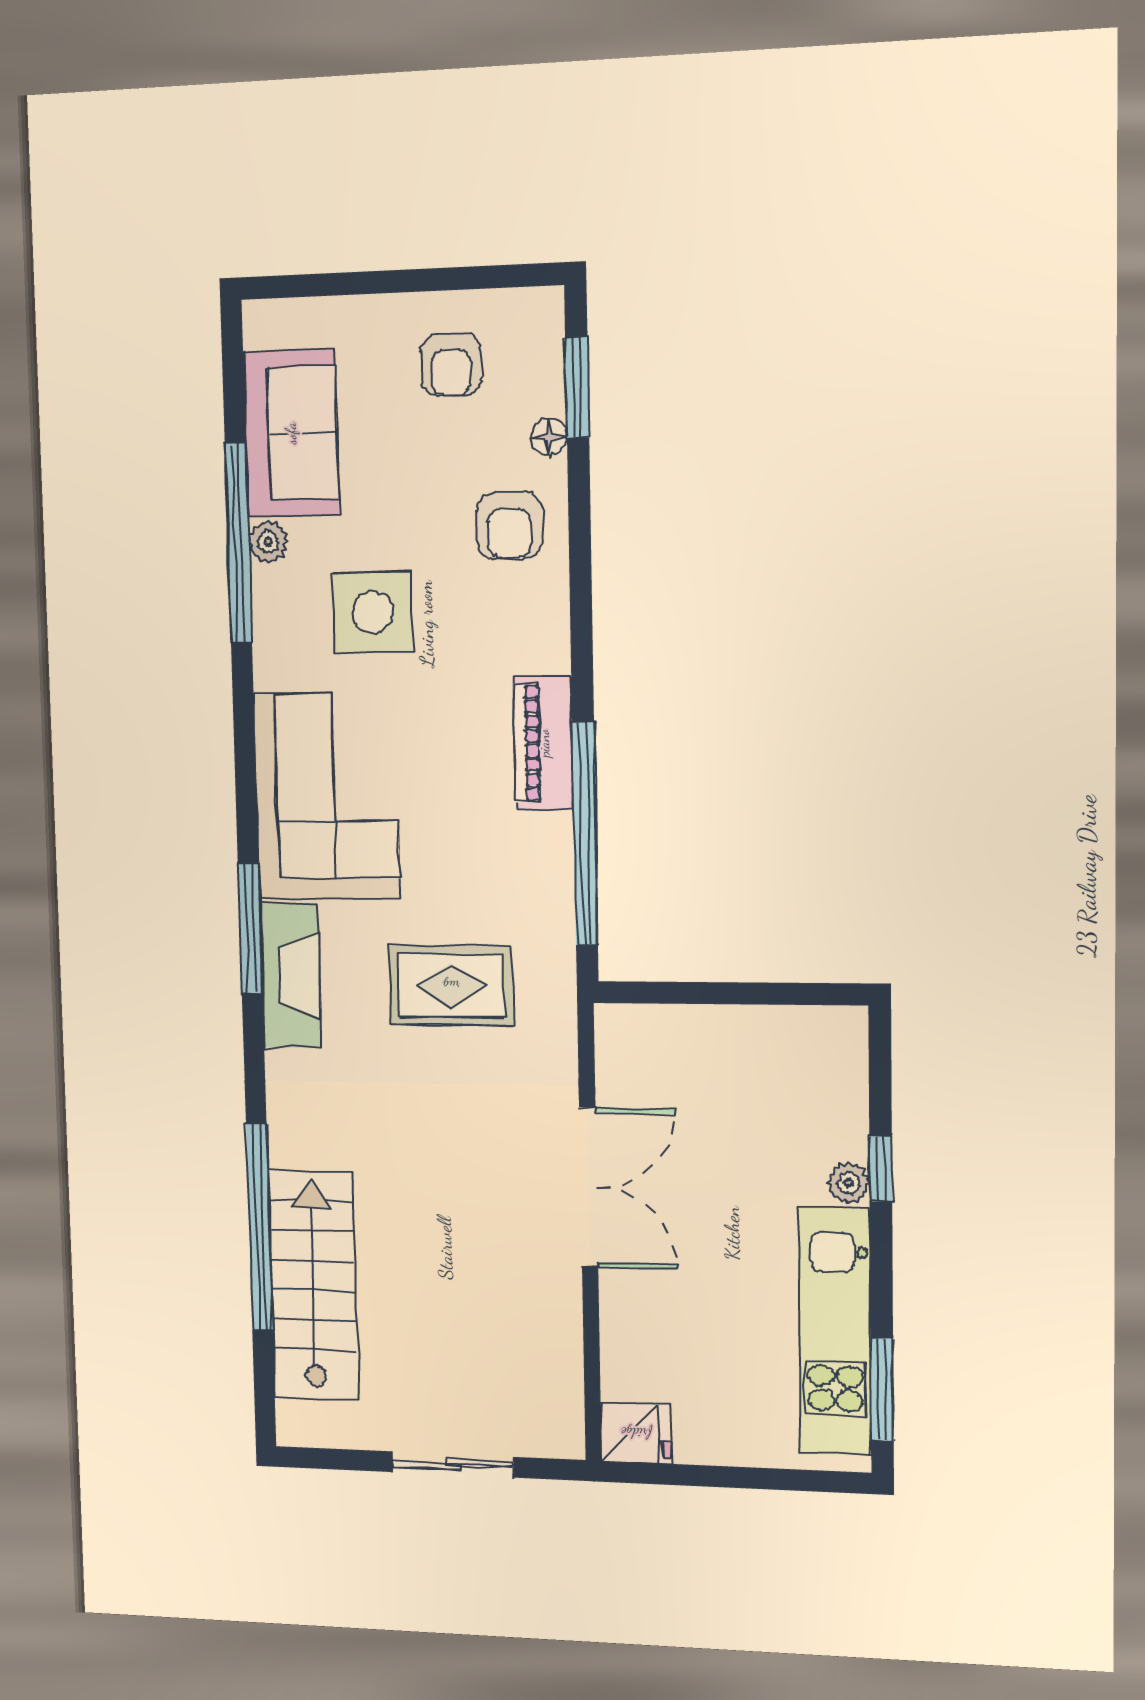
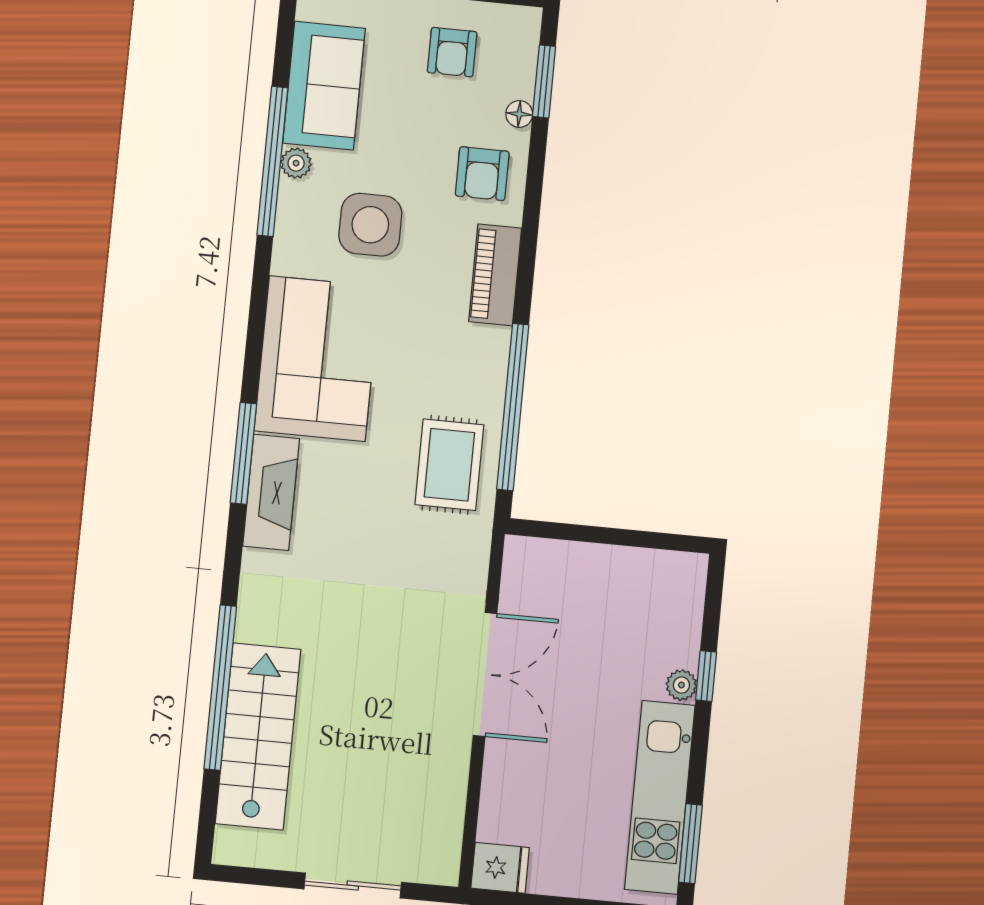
piano: (544, 743) -> (495, 275), moved
rug: (451, 986) -> (449, 465), moved, turned 90

